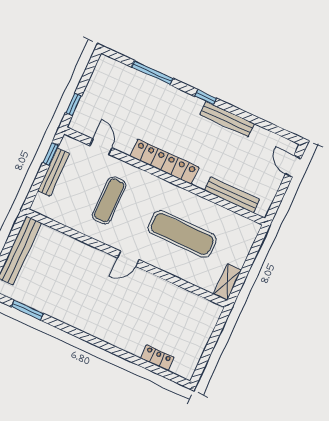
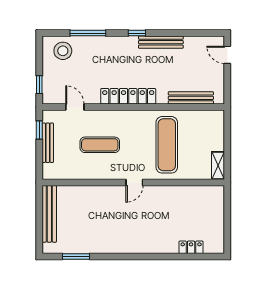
stool: (116, 80) -> (63, 51), added
exercise mat: (109, 200) -> (100, 145), turned 90
exercise mat: (182, 234) -> (167, 145), turned 90

